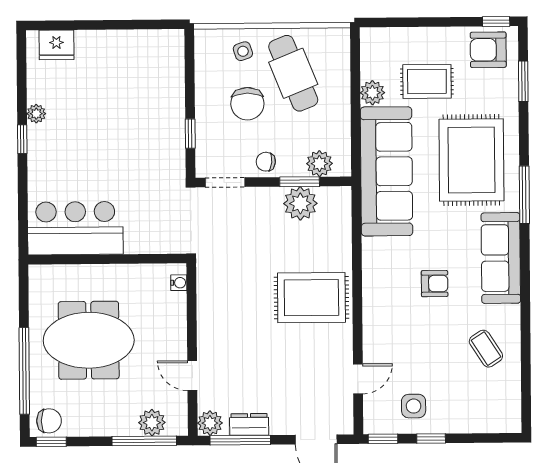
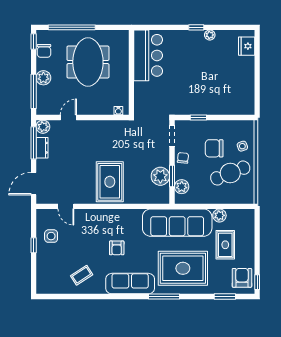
chair: (49, 421) -> (44, 51), moved
plant: (152, 423) -> (43, 78), moved
window: (383, 439) -> (34, 220), removed

